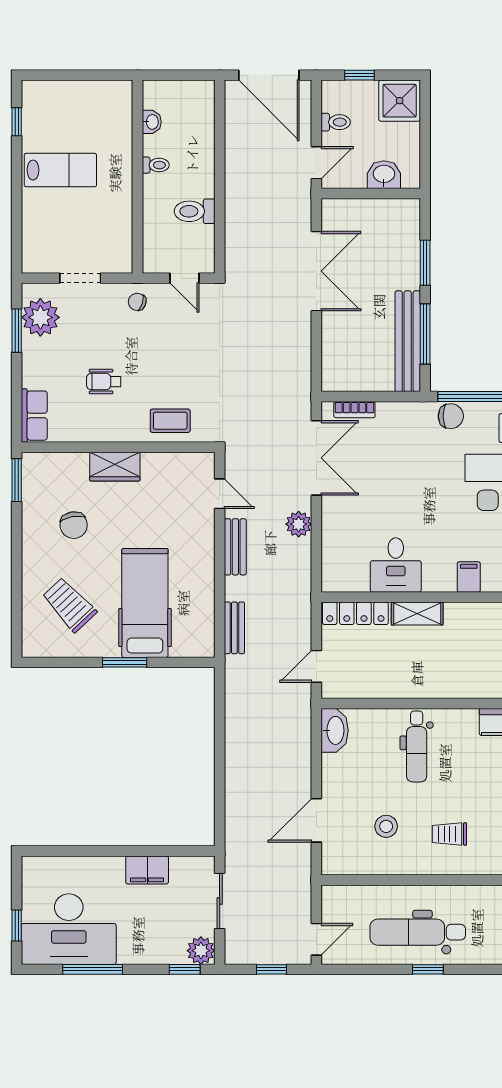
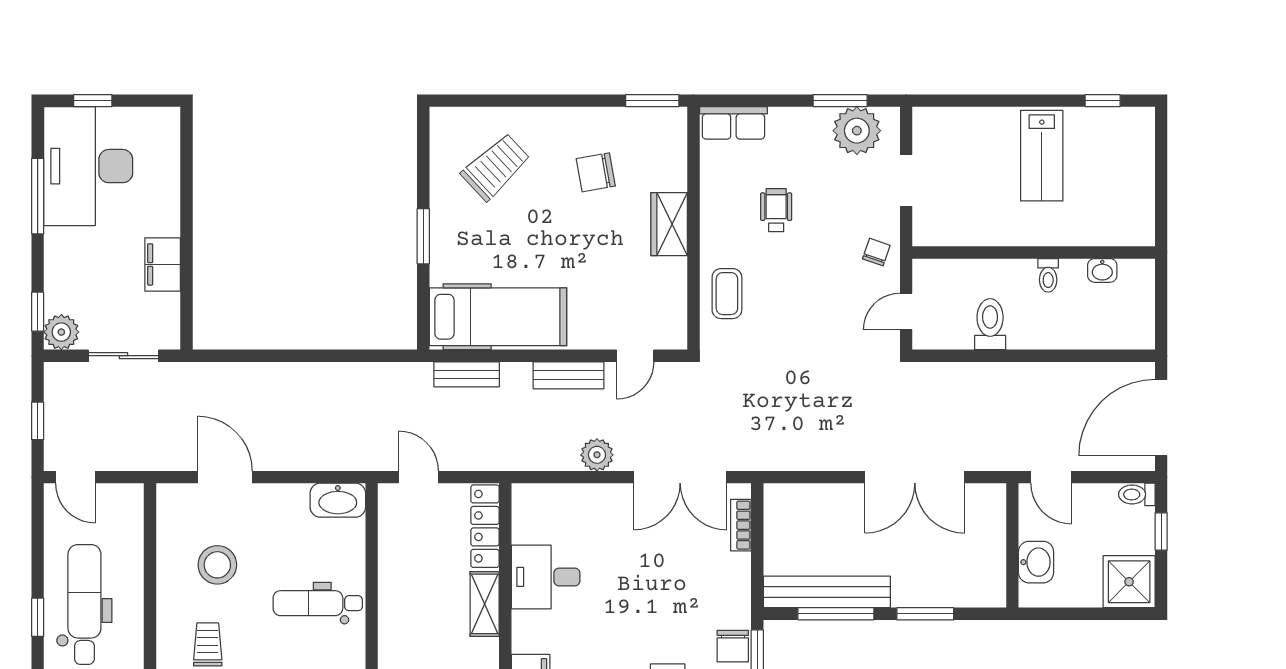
toilet: (336, 122) -> (1137, 494), moved, turned 90
hospital bed: (145, 603) -> (498, 317), moved
stool: (386, 826) -> (217, 565), width x1.38, depth x1.38

